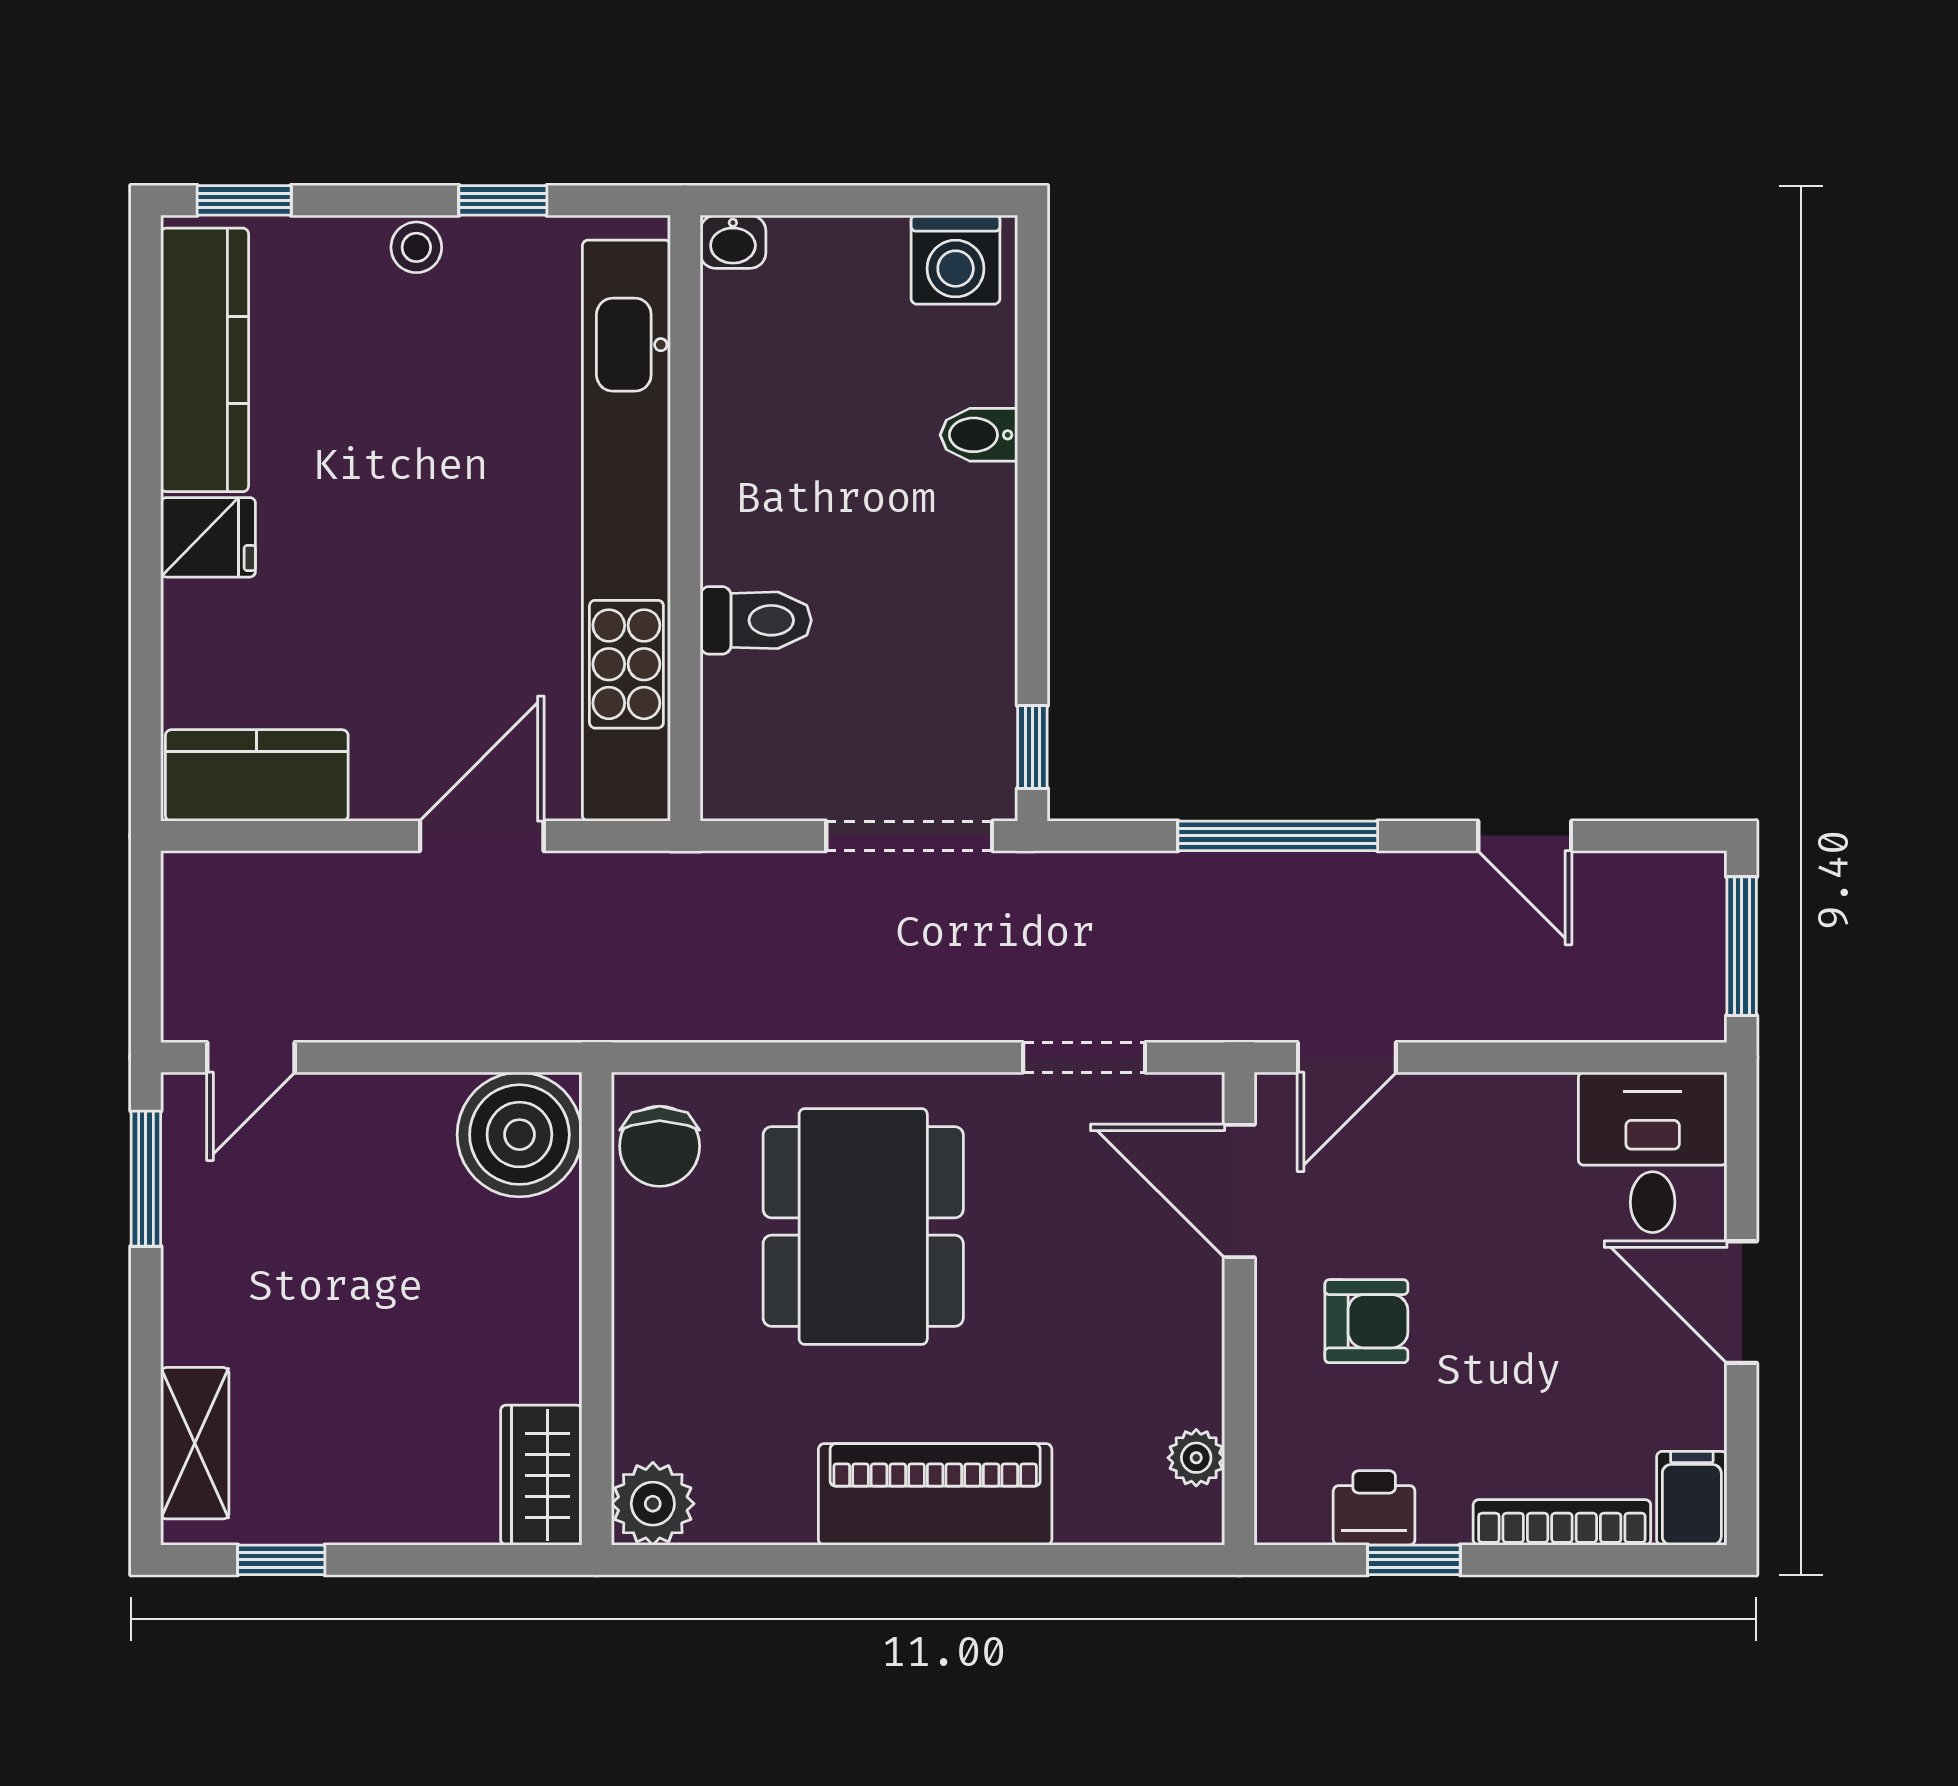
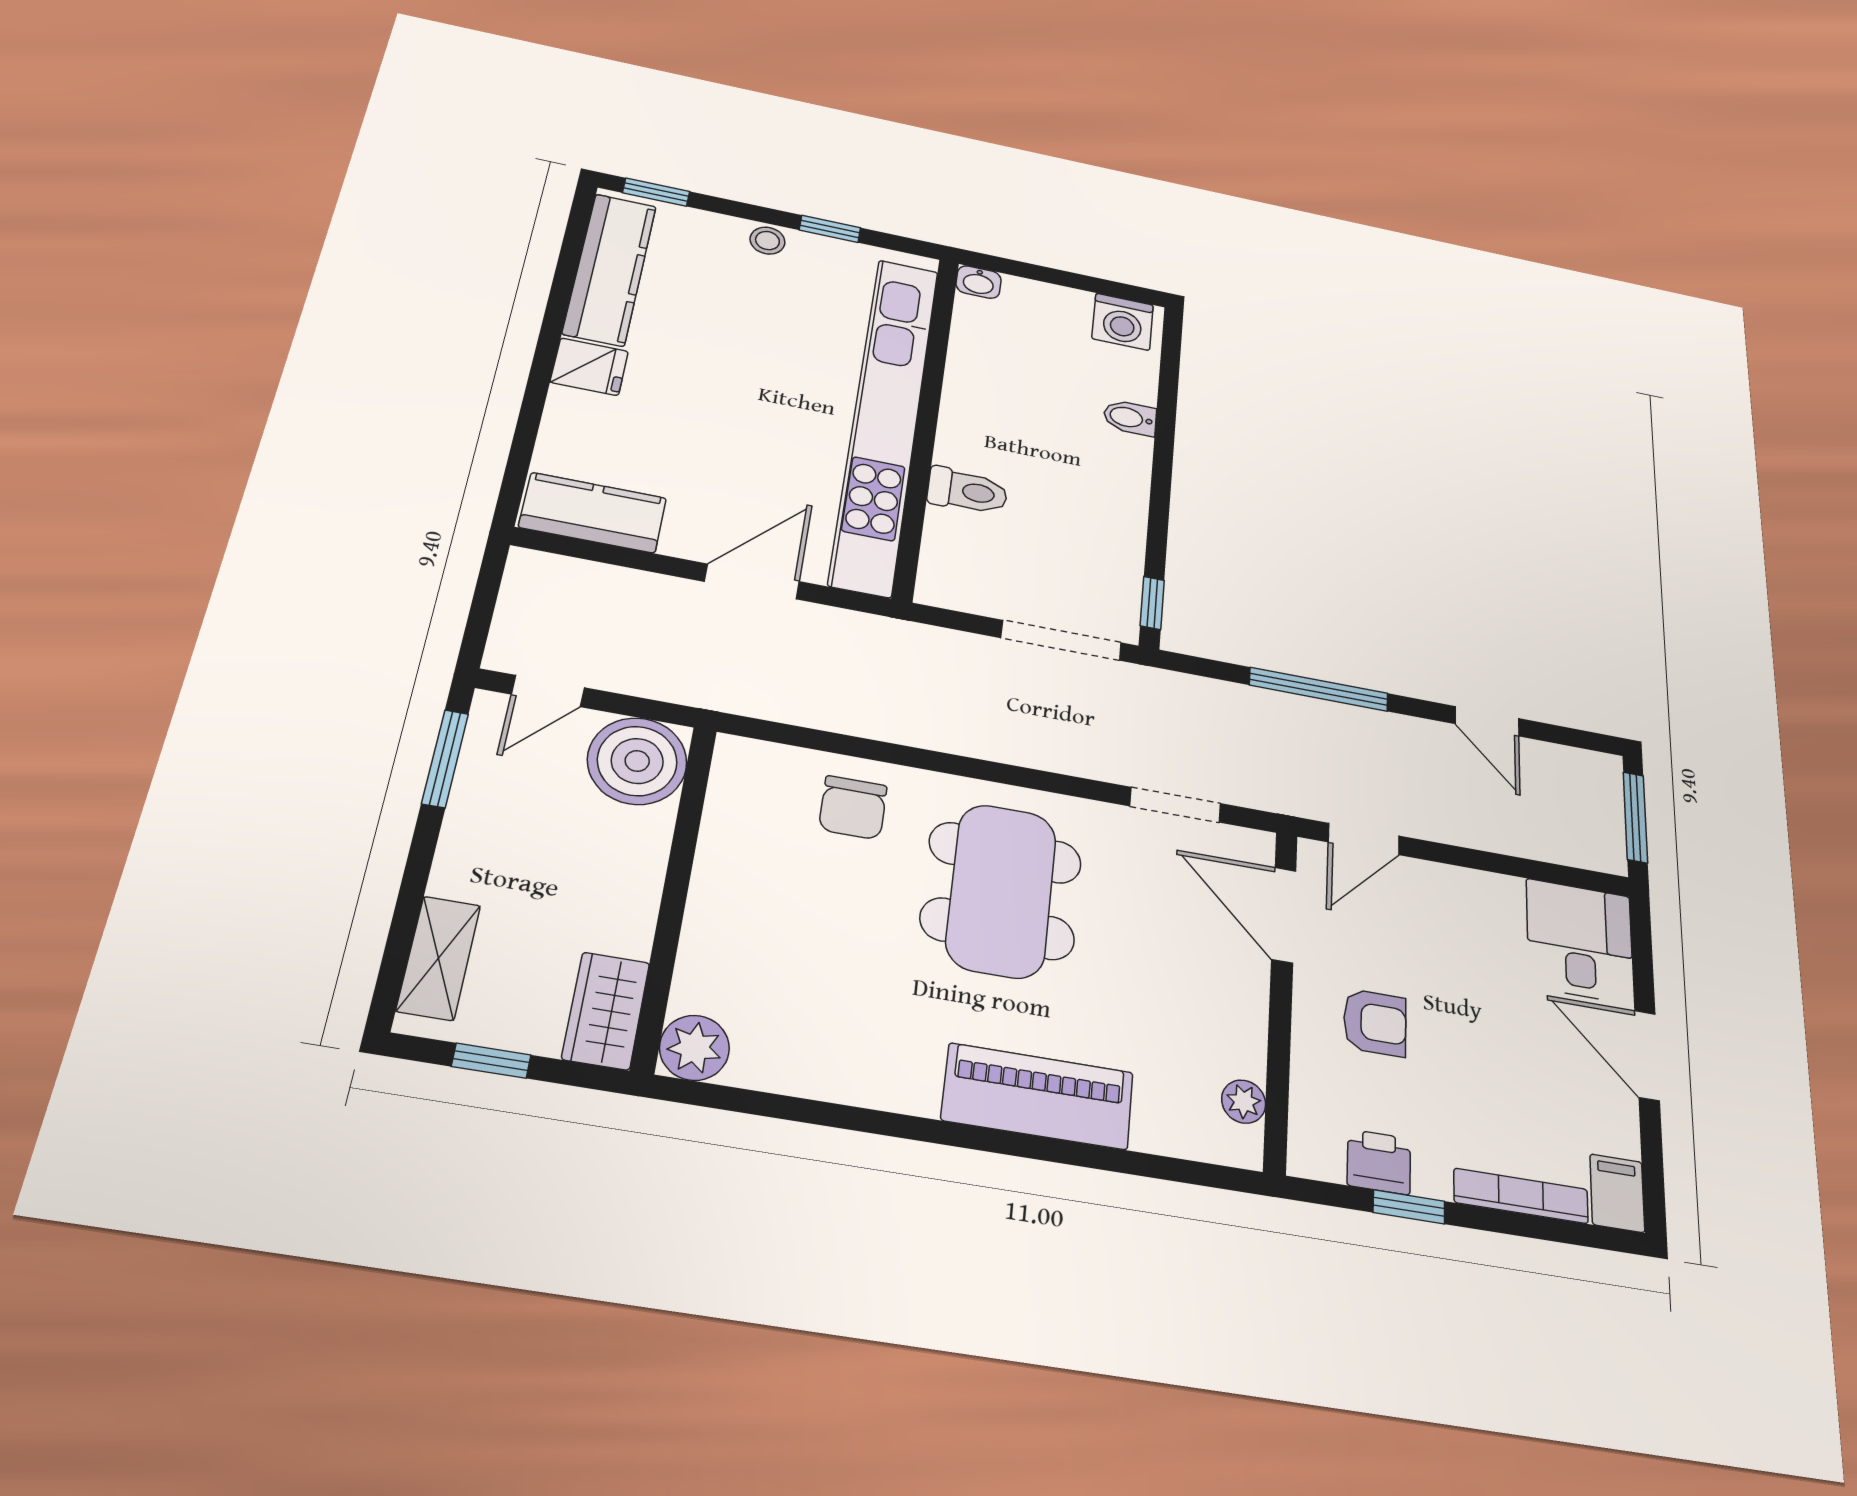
boiler: (519, 1135) -> (637, 761), moved
wall: (597, 1309) -> (675, 894), moved
wardrobe: (541, 1475) -> (606, 1011), moved
plant: (653, 1504) -> (694, 1048), moved

